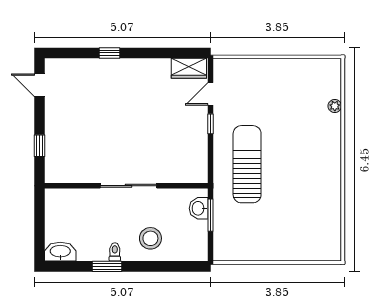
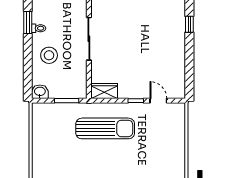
wardrobe: (189, 68) -> (104, 91), moved, turned 90
washbasin: (199, 208) -> (40, 92), moved

